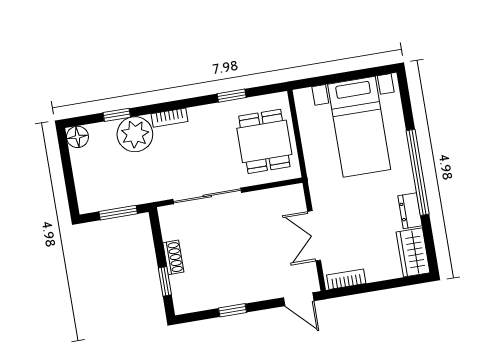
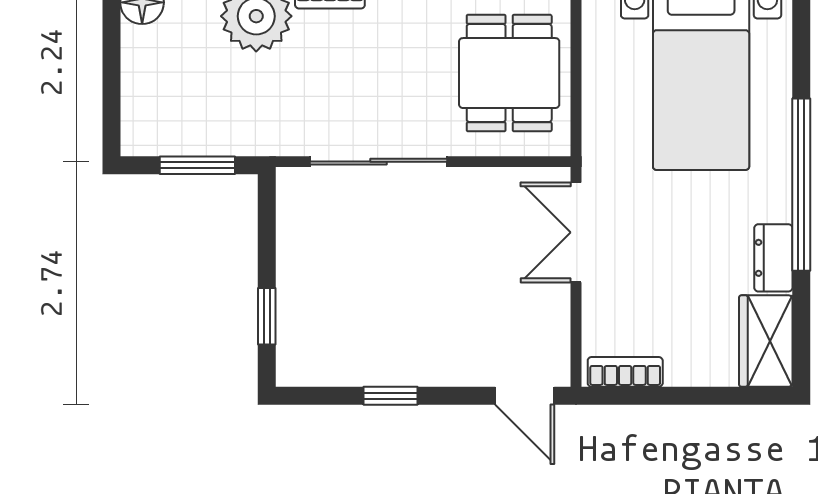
double door: (314, 236) -> (576, 232), moved
shoe rack: (173, 257) -> (291, 272), removed

